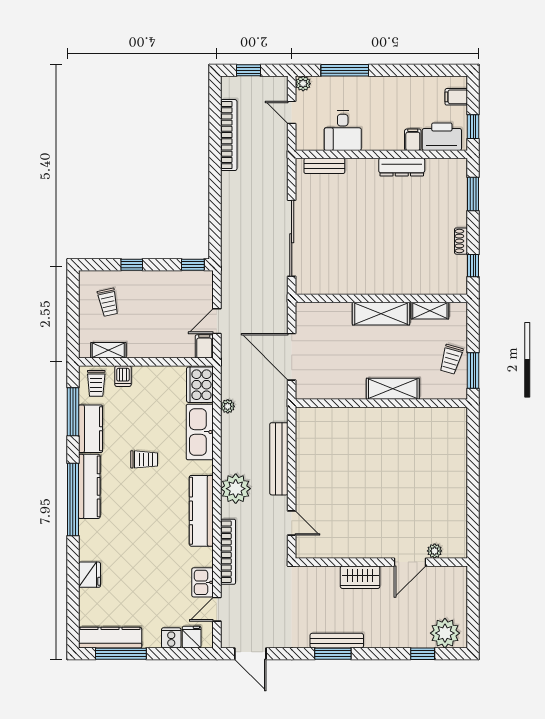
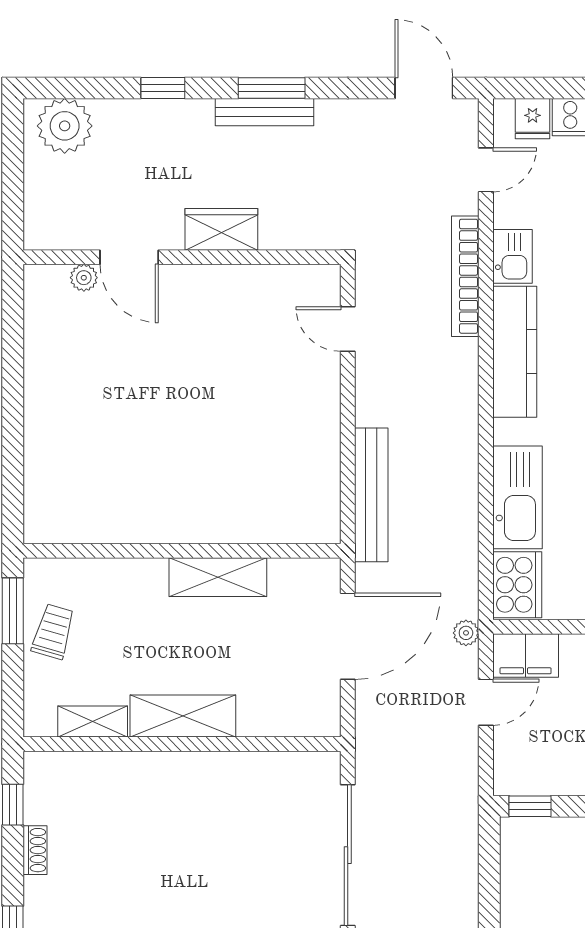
filing cabinet: (204, 346) -> (526, 655), width x2.00
door: (292, 357) -> (348, 636), hinge flipped
shelving: (393, 389) -> (218, 577), moved
plant: (228, 406) -> (466, 633), moved
bench: (279, 459) -> (371, 495), moved
plant: (236, 489) -> (451, 393), removed
door: (410, 562) -> (129, 257), swing flipped
kitchen sink: (202, 582) -> (512, 256), moved
window: (423, 654) -> (163, 88), moved

